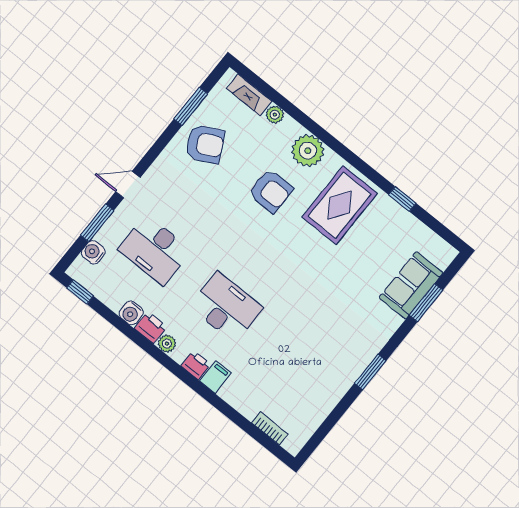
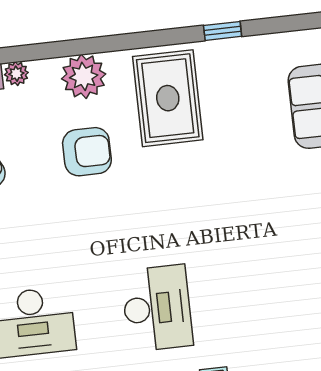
desk: (226, 307) -> (157, 308), turned 90

